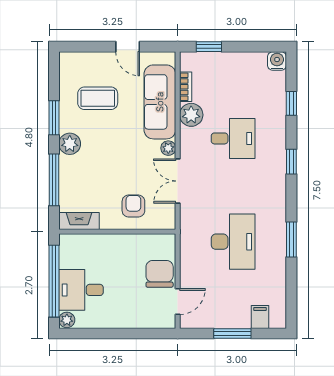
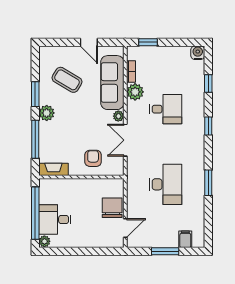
coffee table: (98, 98) -> (67, 80), turned 31

